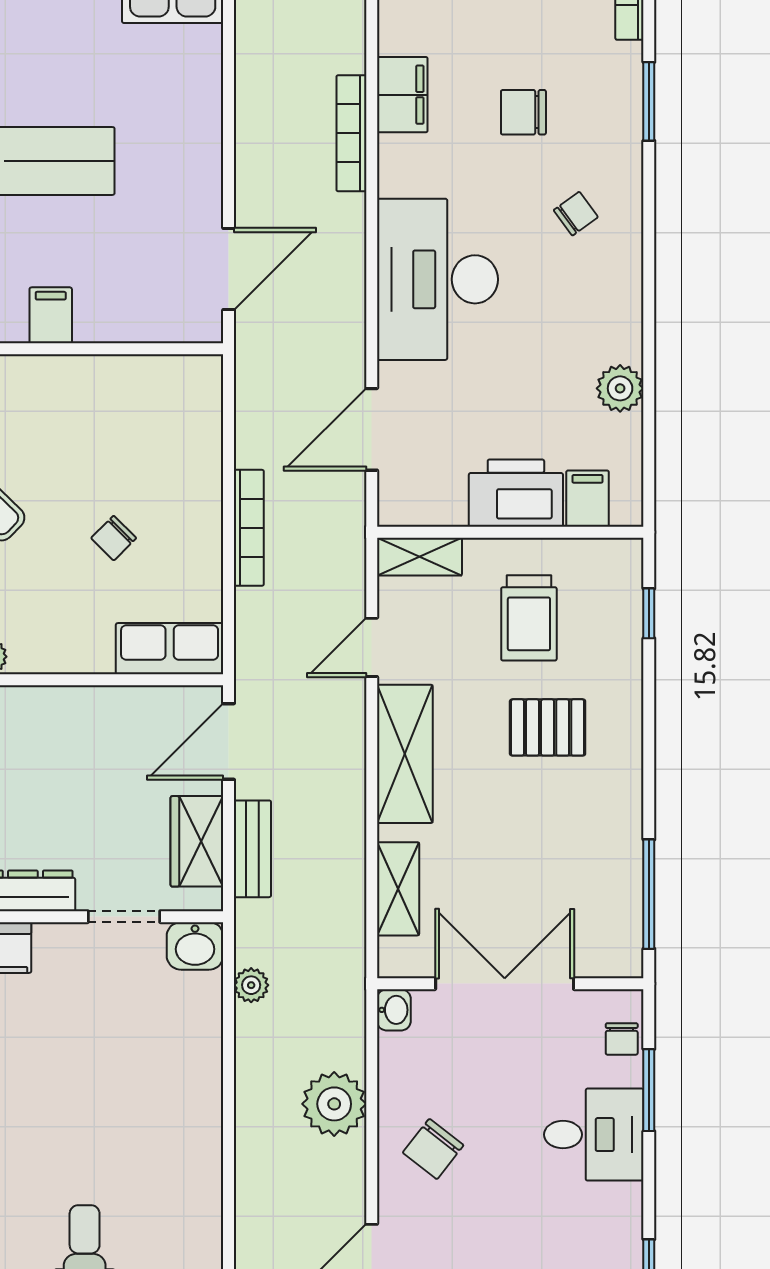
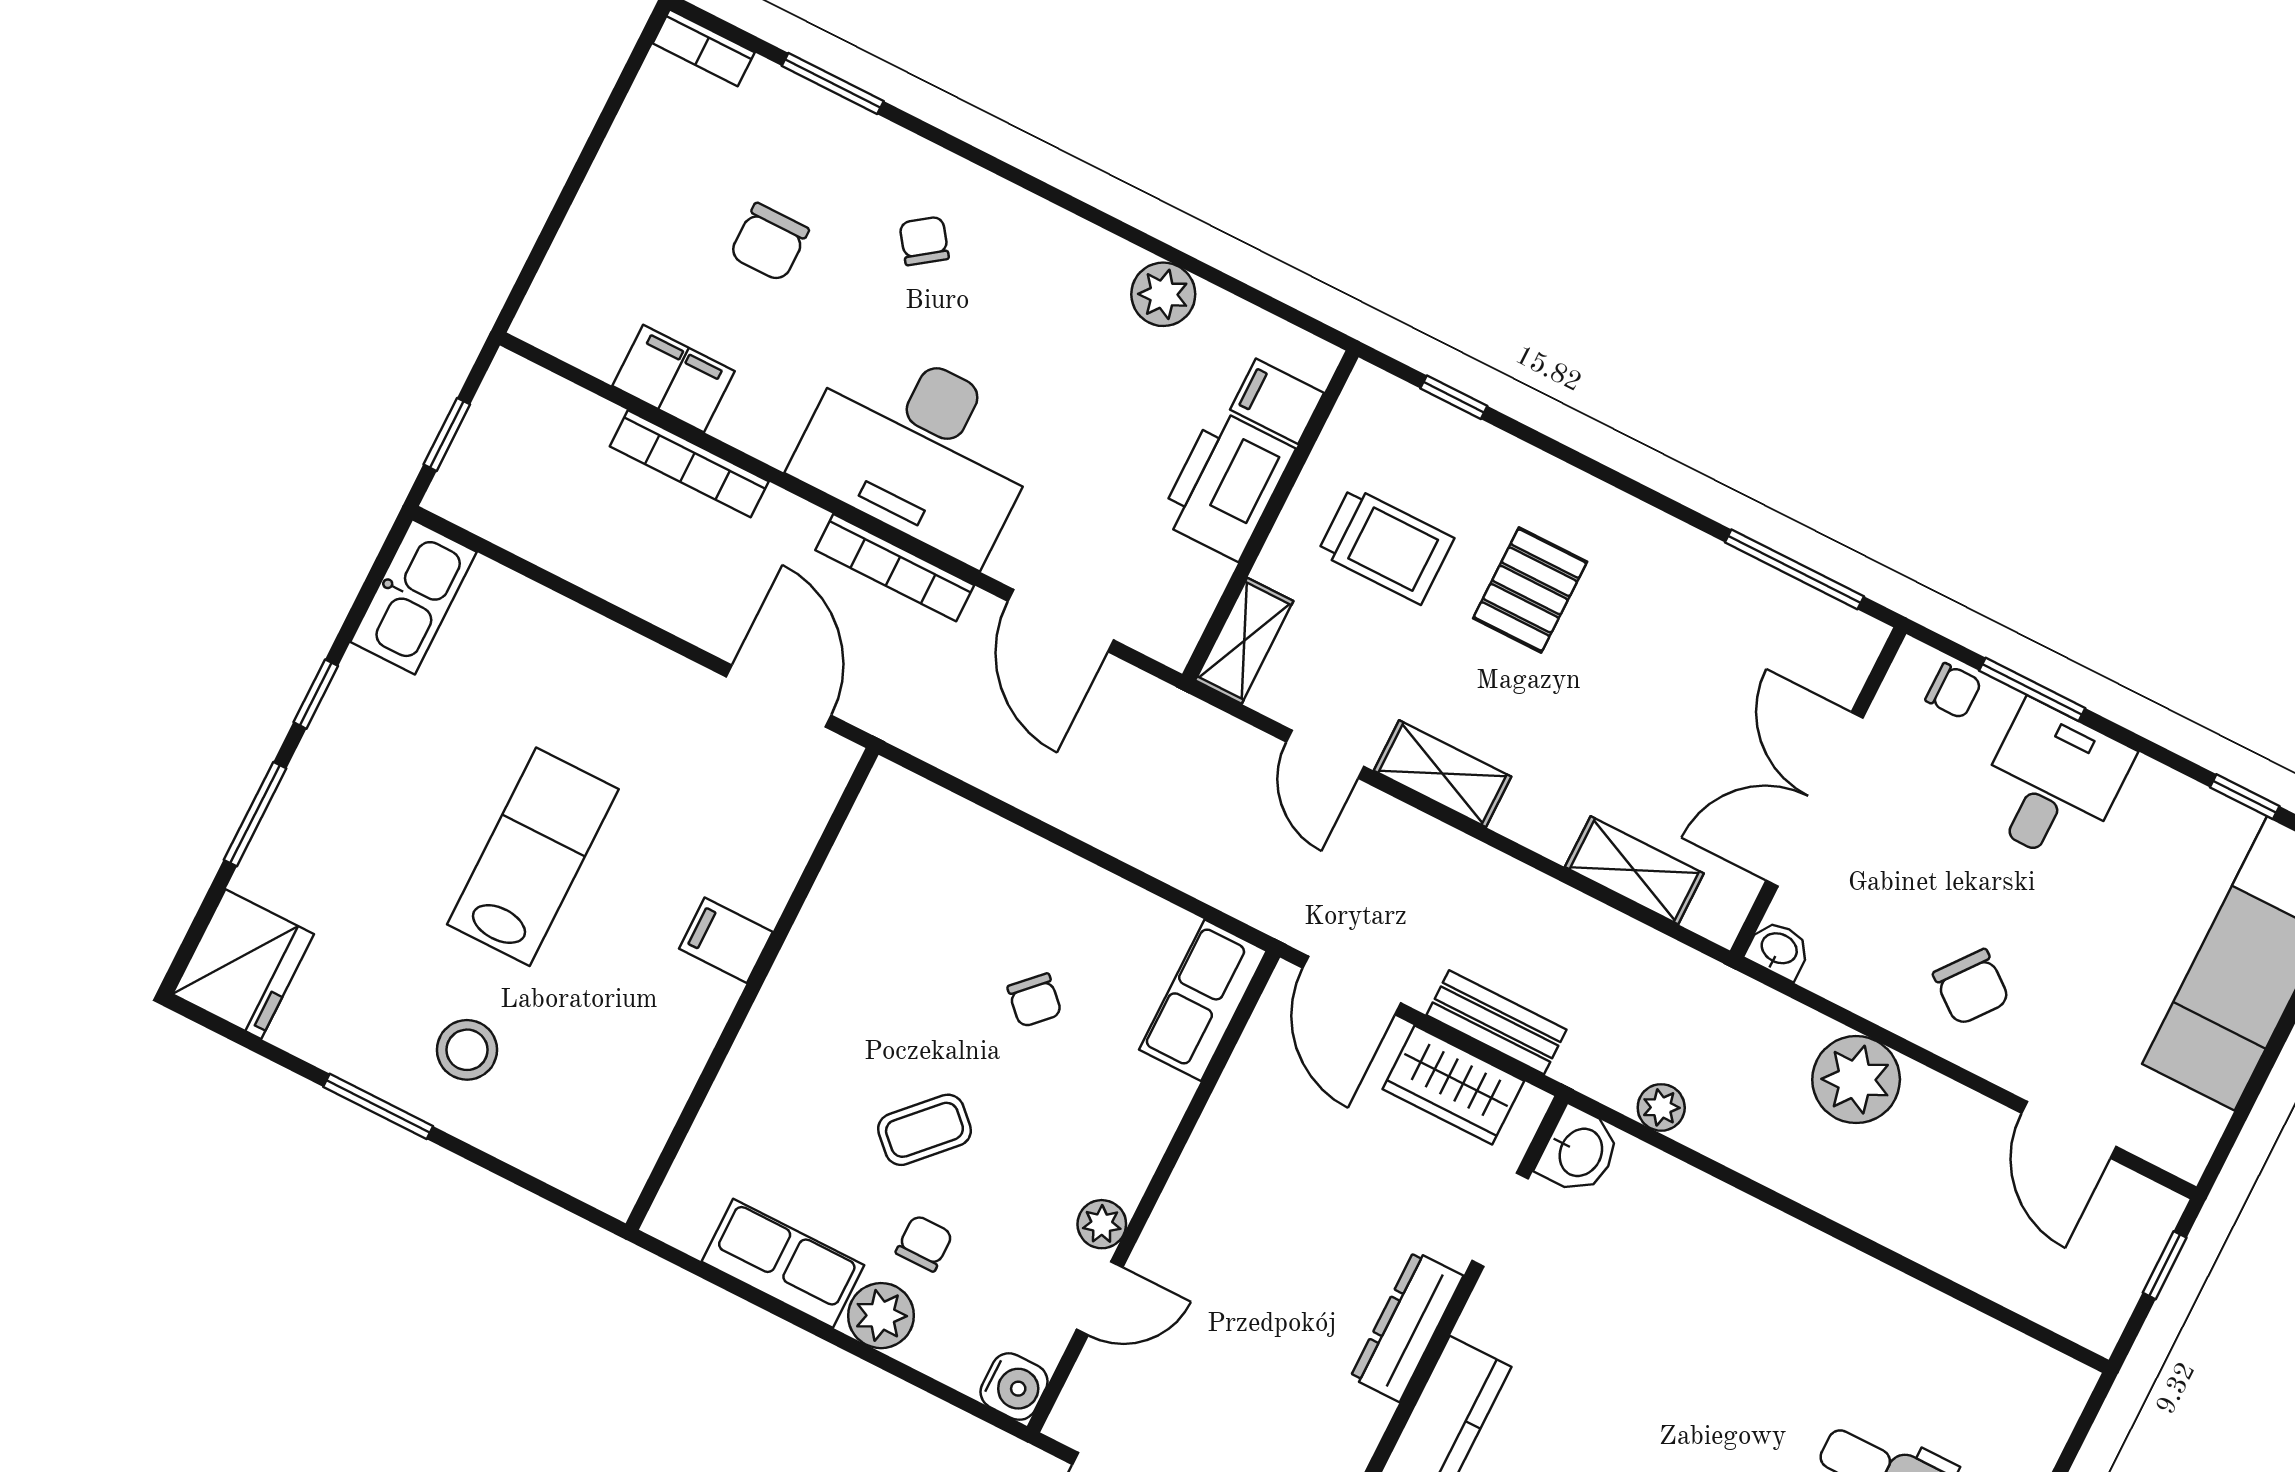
bookcase: (249, 528) -> (895, 568), moved, turned 180
shelving: (405, 754) -> (1442, 774), width x0.67, depth x0.75

